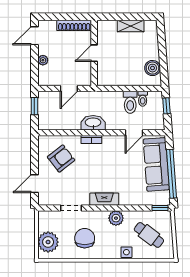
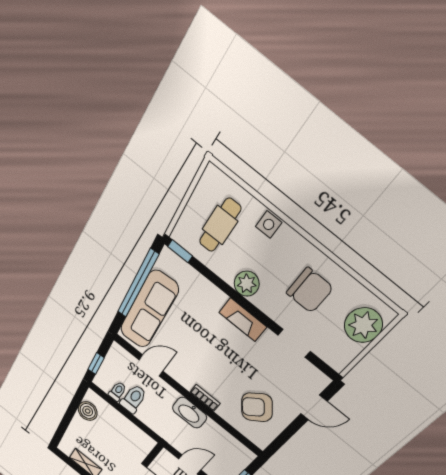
cafe table: (149, 235) -> (220, 225), turned 52
chair: (85, 238) -> (310, 290), turned -90

